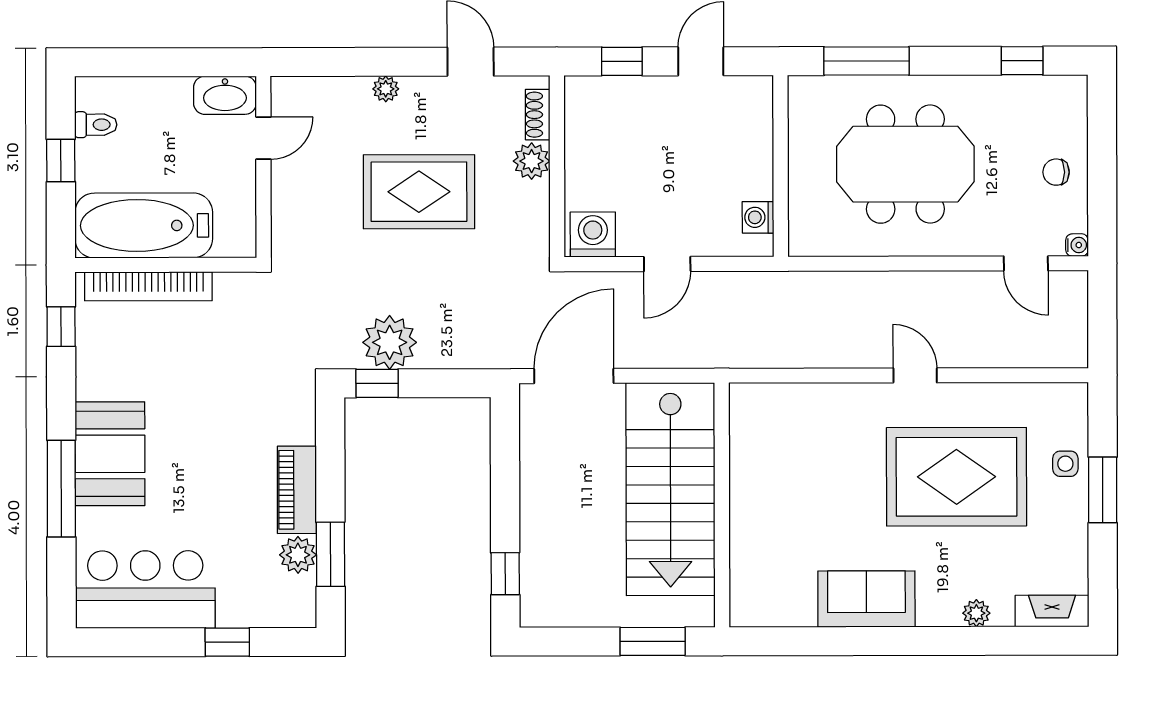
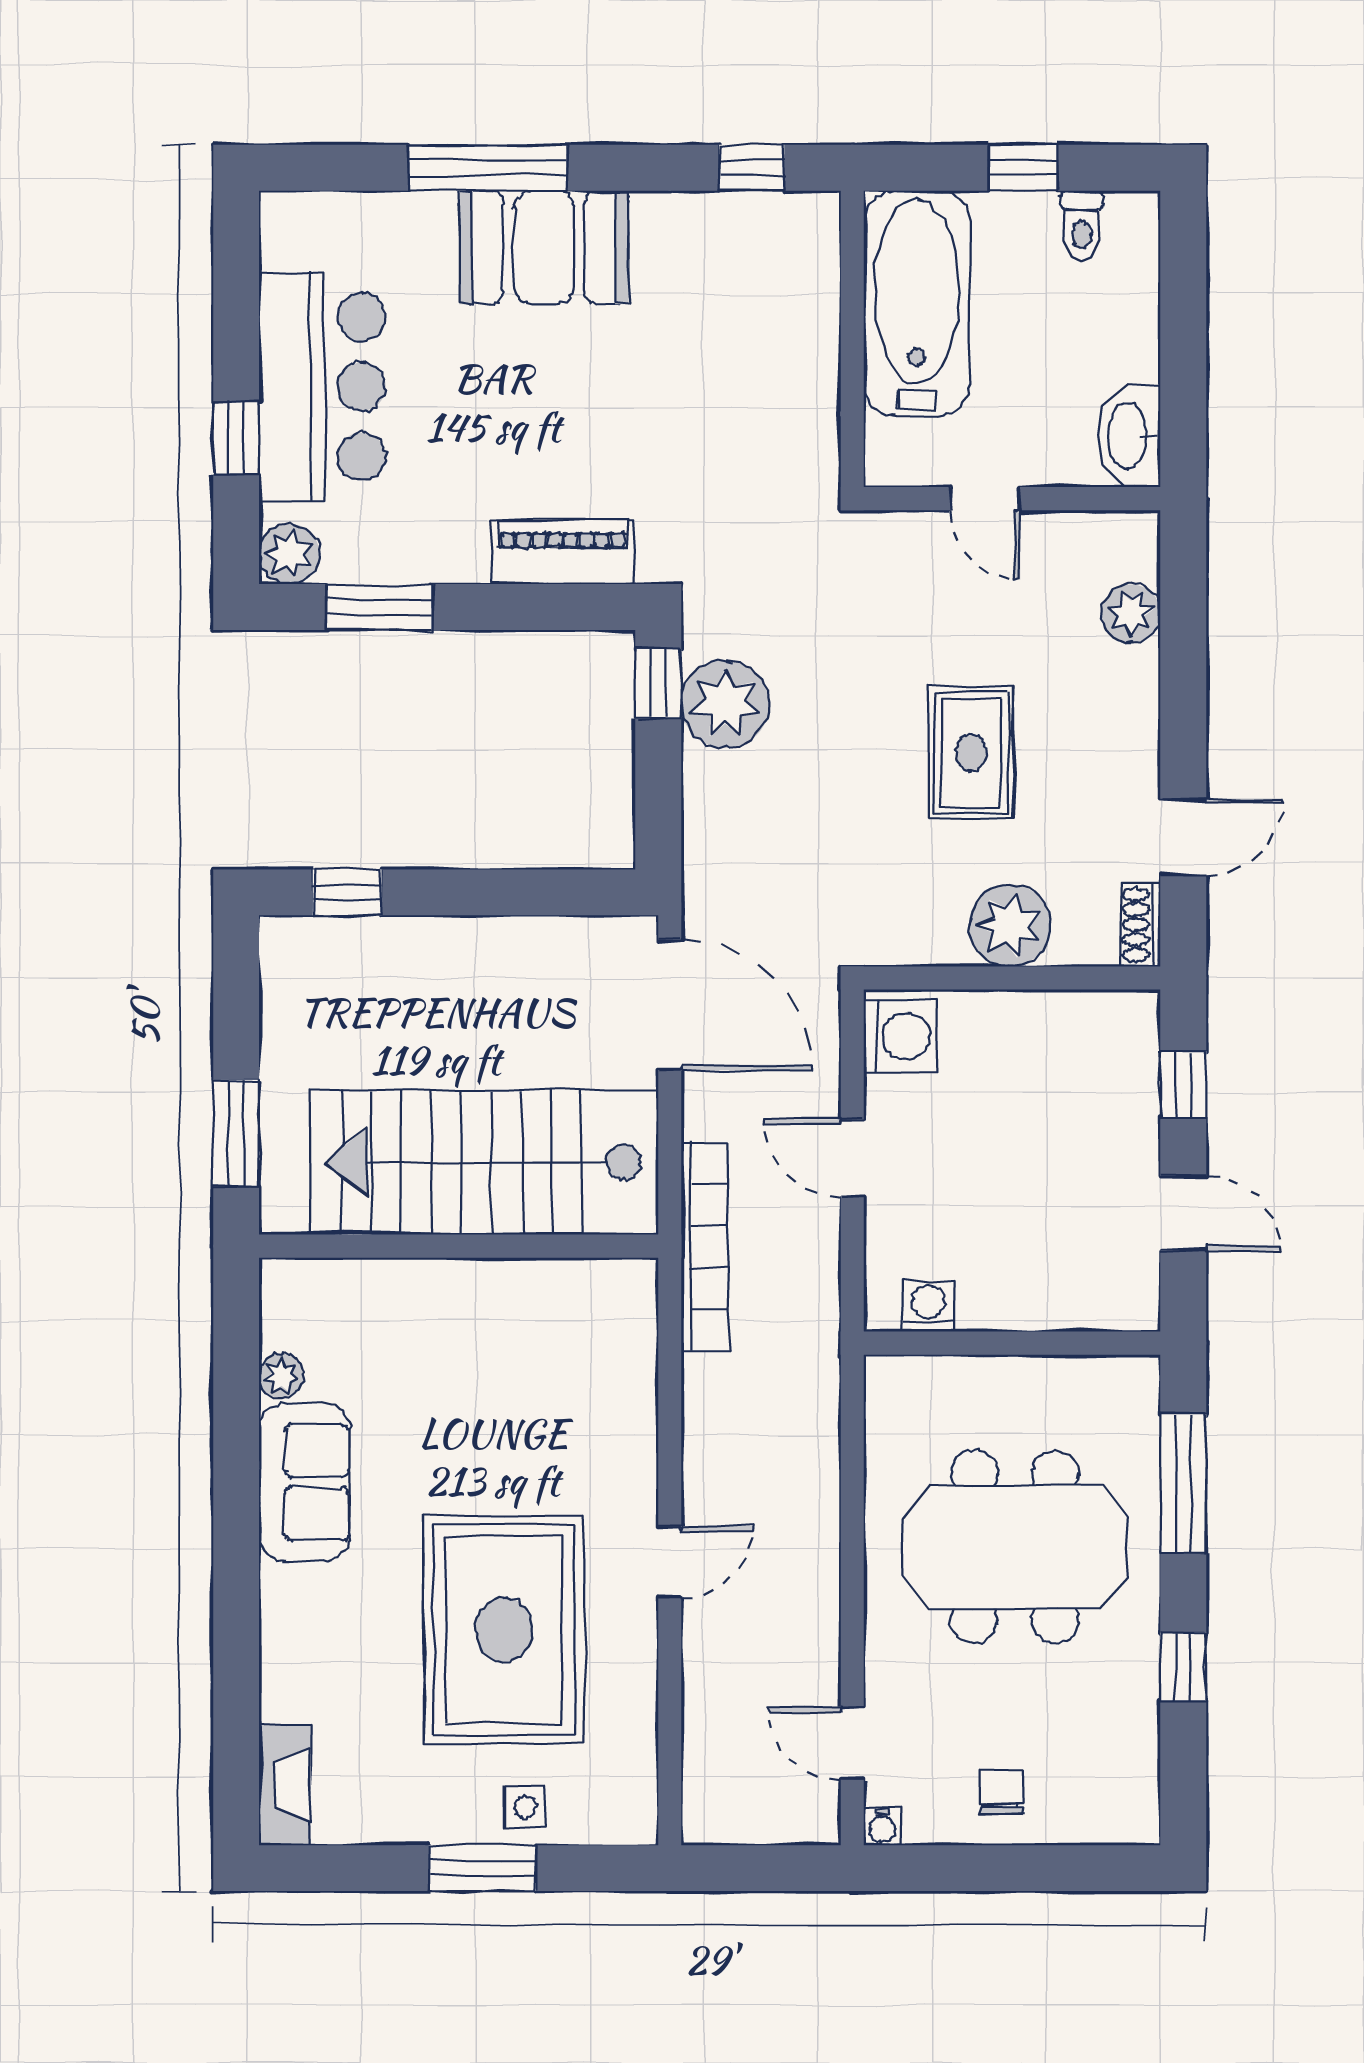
window: (1022, 61) -> (1183, 1667), moved
plant: (386, 89) -> (1131, 614), moved, width x1.38, depth x1.38
shoe rack: (538, 115) -> (1140, 925), moved, turned -90
door: (263, 138) -> (985, 499), moved
plant: (532, 161) -> (1010, 926), width x1.36, depth x1.36
meeting table: (905, 164) -> (1015, 1547), turned 90
rug: (419, 192) -> (971, 753), width x0.73, depth x0.70
door: (1026, 263) -> (852, 1743), hinge flipped
bookcase: (148, 286) -> (705, 1247), moved, turned 180
piano: (297, 490) -> (563, 552), moved
plant: (298, 555) -> (289, 554), moved
bar counter: (145, 590) -> (322, 387), moved
plant: (976, 613) -> (281, 1376), moved

